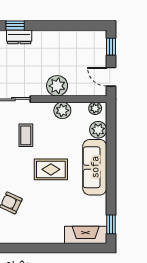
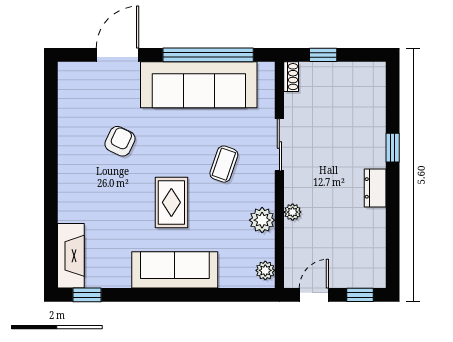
dresser: (19, 37) -> (375, 188), moved
plant: (57, 86) -> (293, 212), width x0.53, depth x0.53
plant: (98, 130) -> (232, 275), removed
coffee table: (26, 135) -> (224, 164), turned -71

